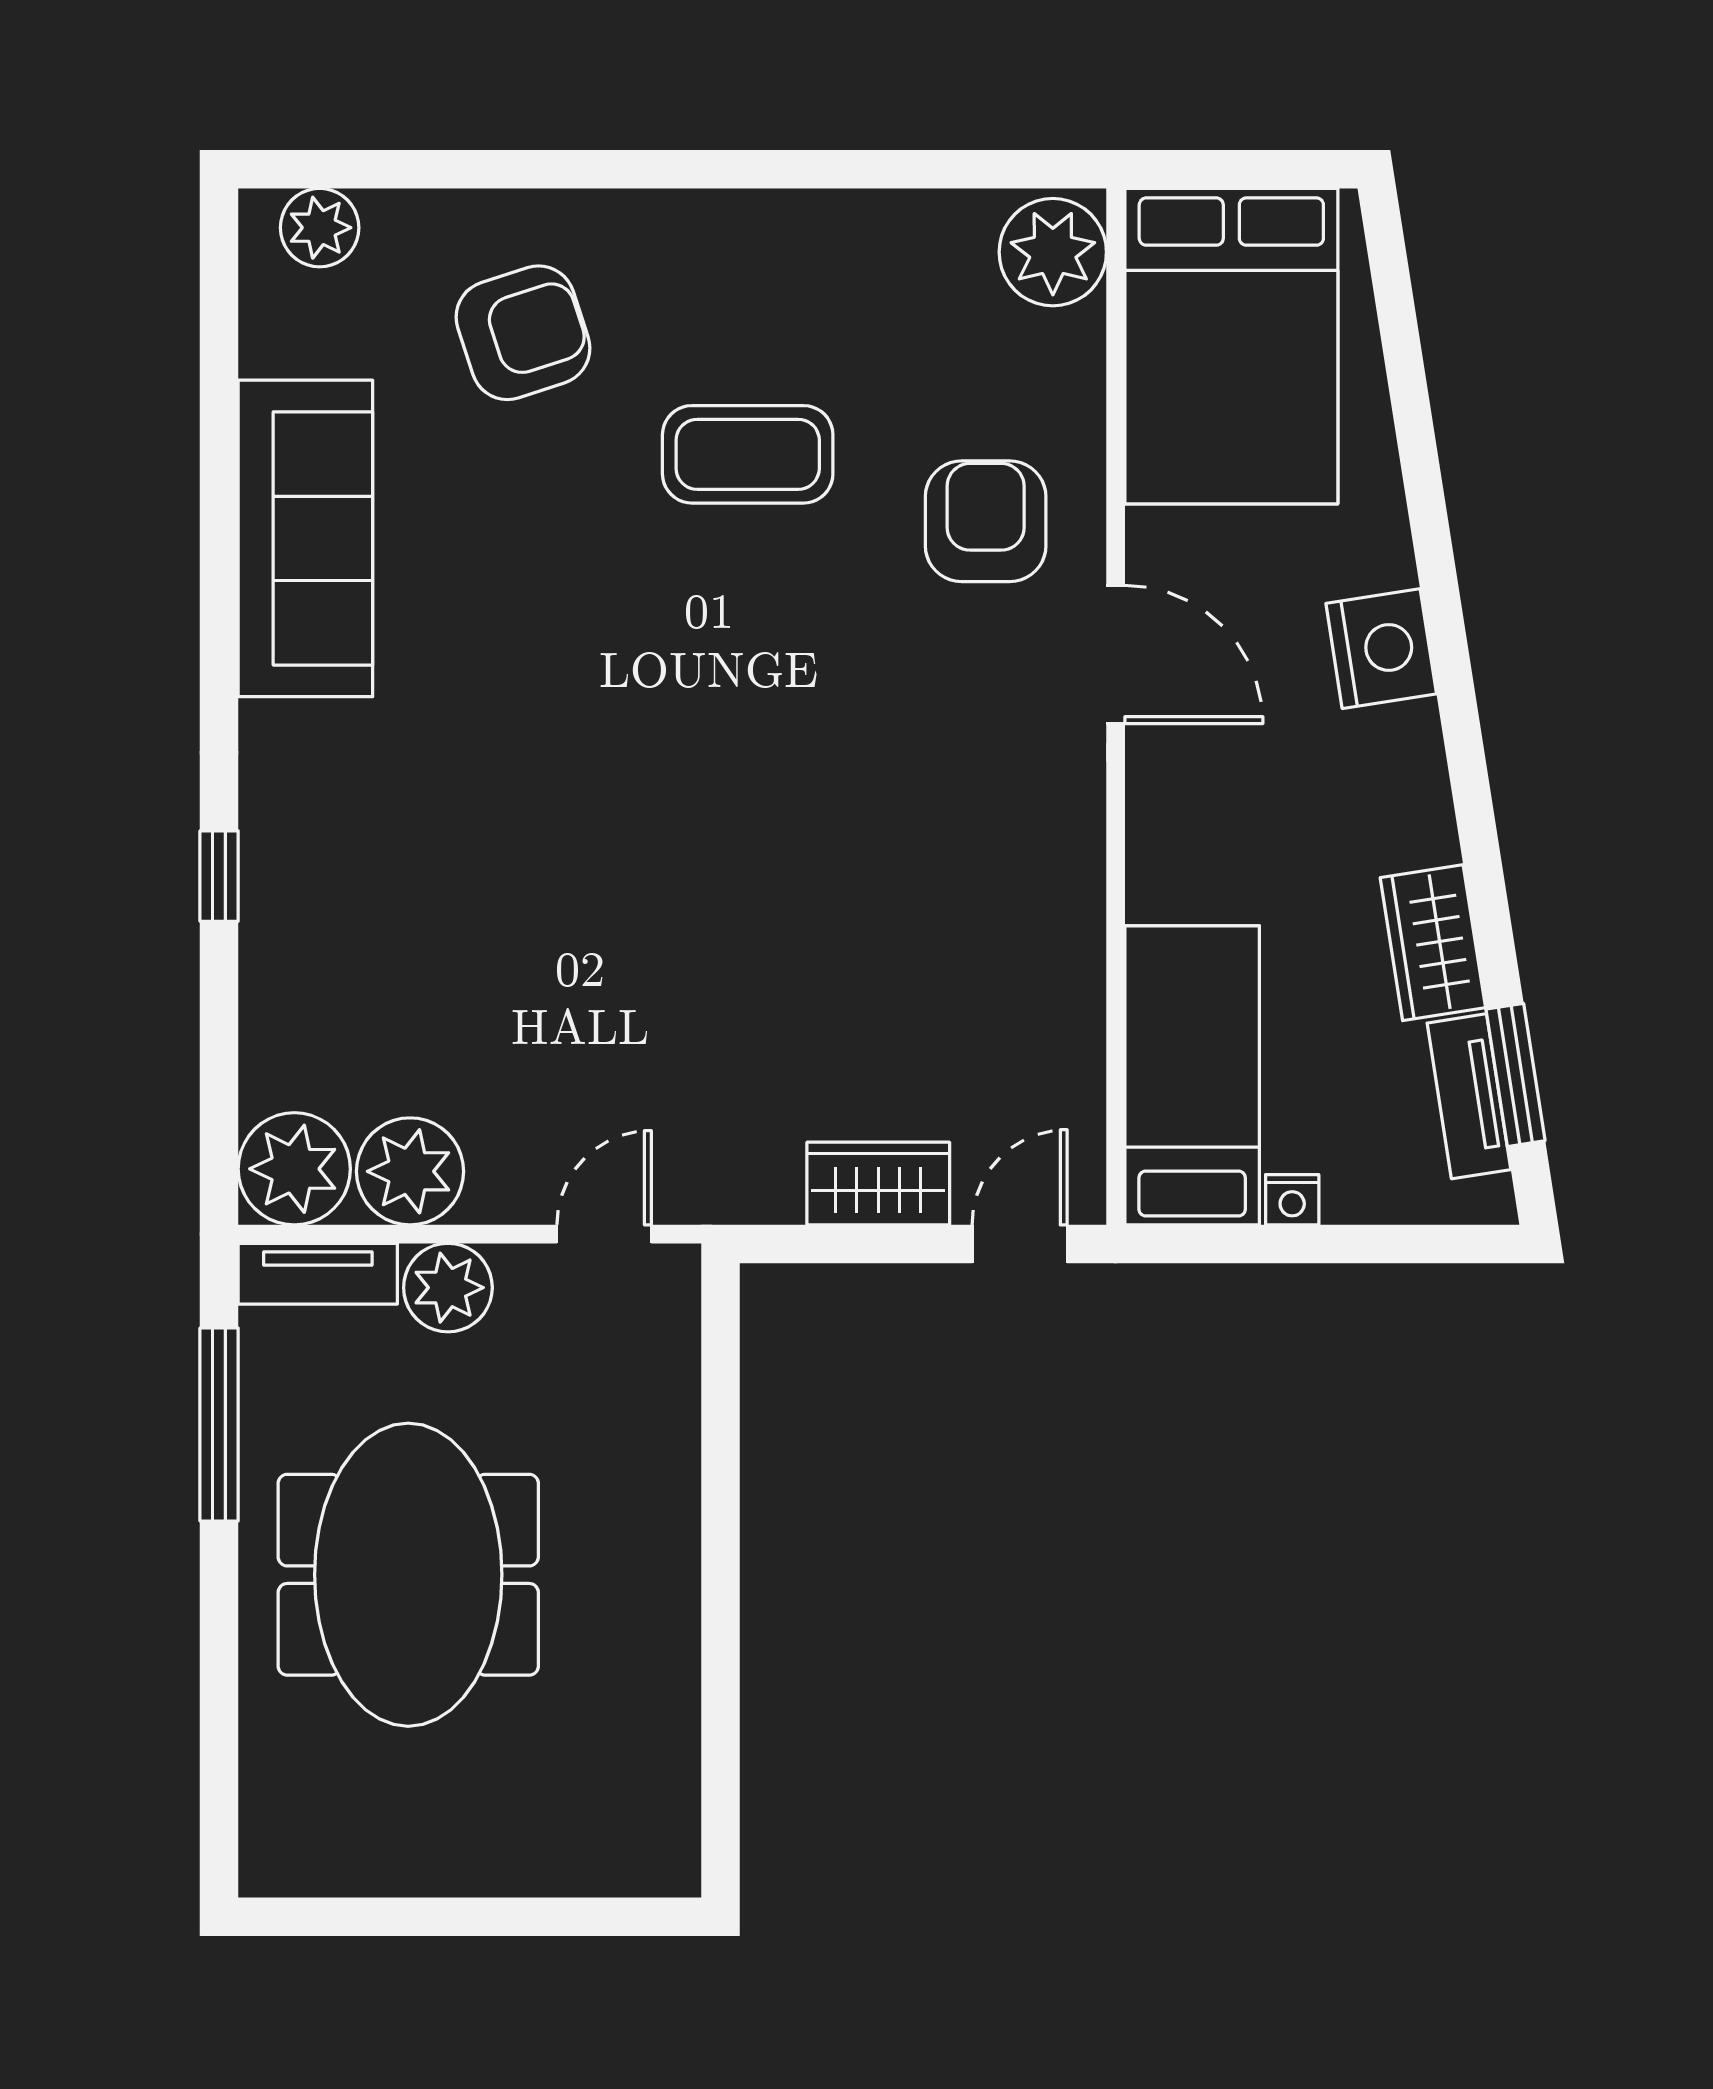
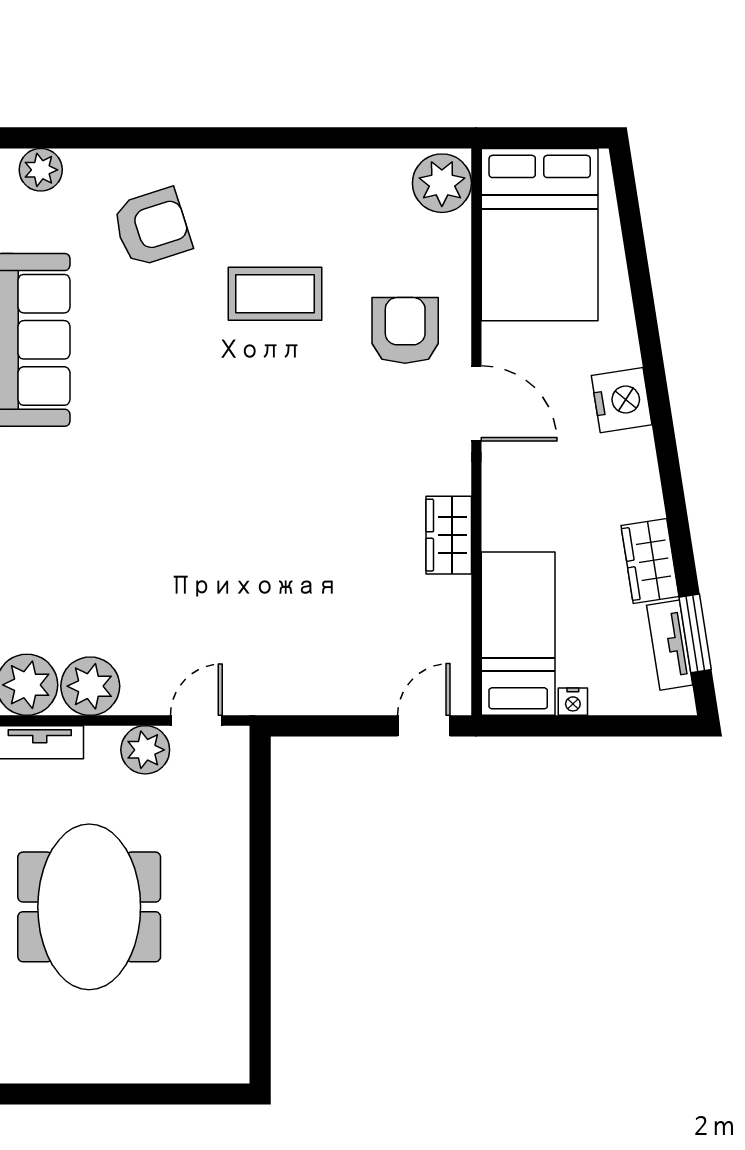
wardrobe: (878, 1184) -> (449, 535), moved, turned -90
plant: (448, 1288) -> (145, 750), moved

